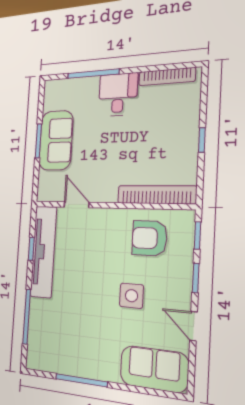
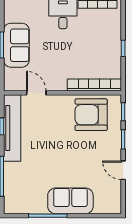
armchair: (149, 238) -> (91, 115), width x1.36, depth x1.36
side table: (132, 296) -> (81, 154), removed
sofa: (154, 369) -> (70, 201), moved

